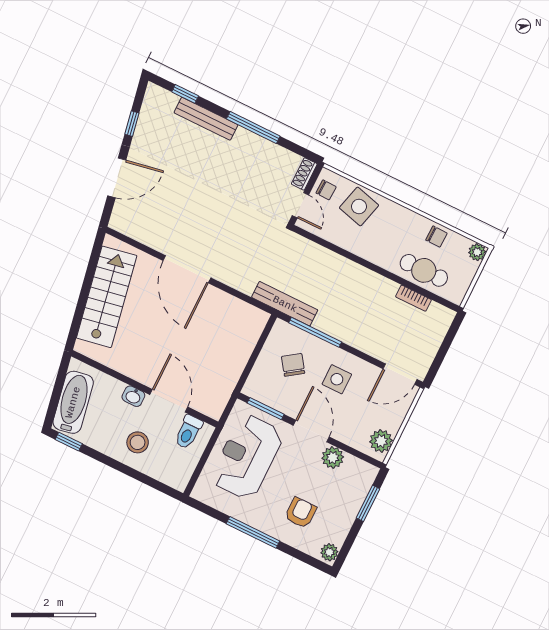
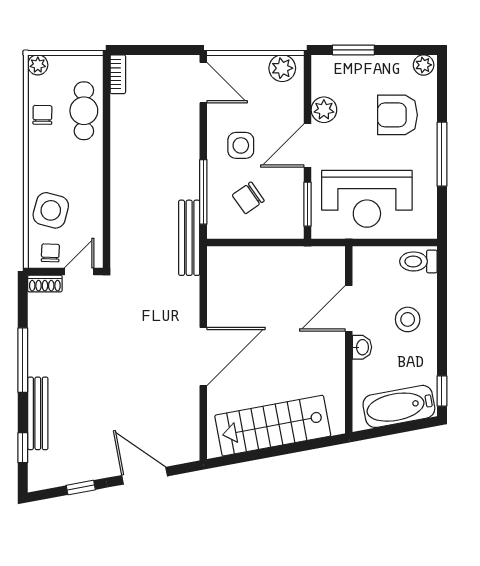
bookcase: (414, 298) -> (118, 74), moved
toilet: (188, 432) -> (418, 261), moved, turned 180
armchair: (301, 513) -> (397, 115), width x1.38, depth x1.38

